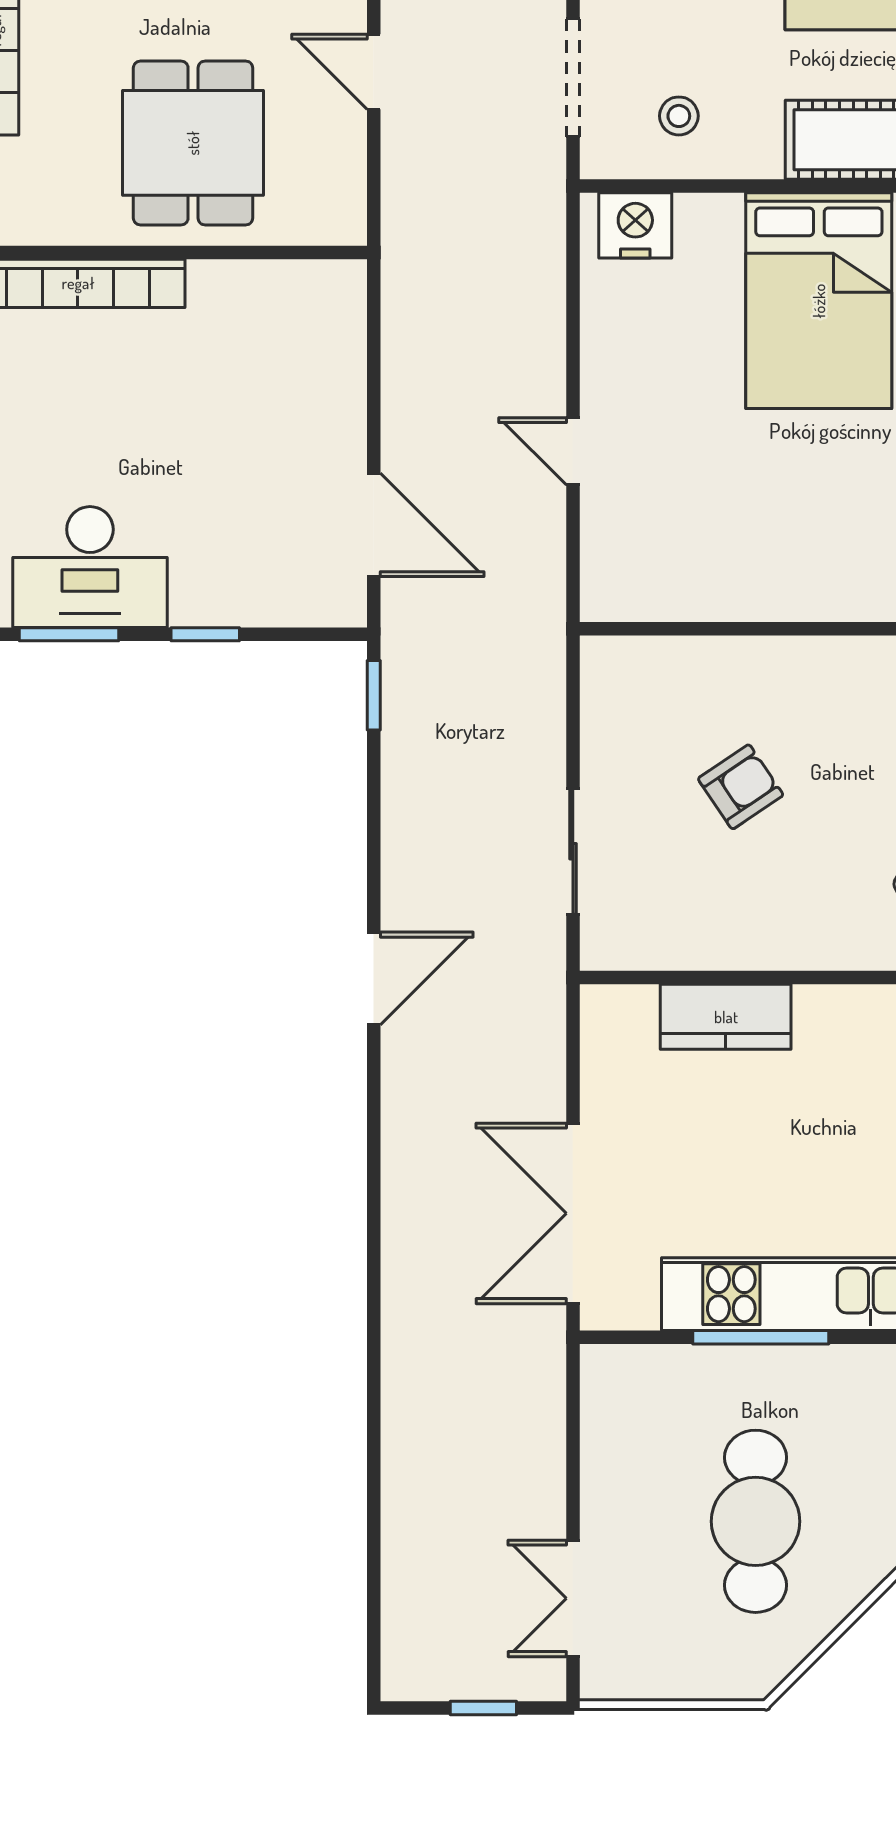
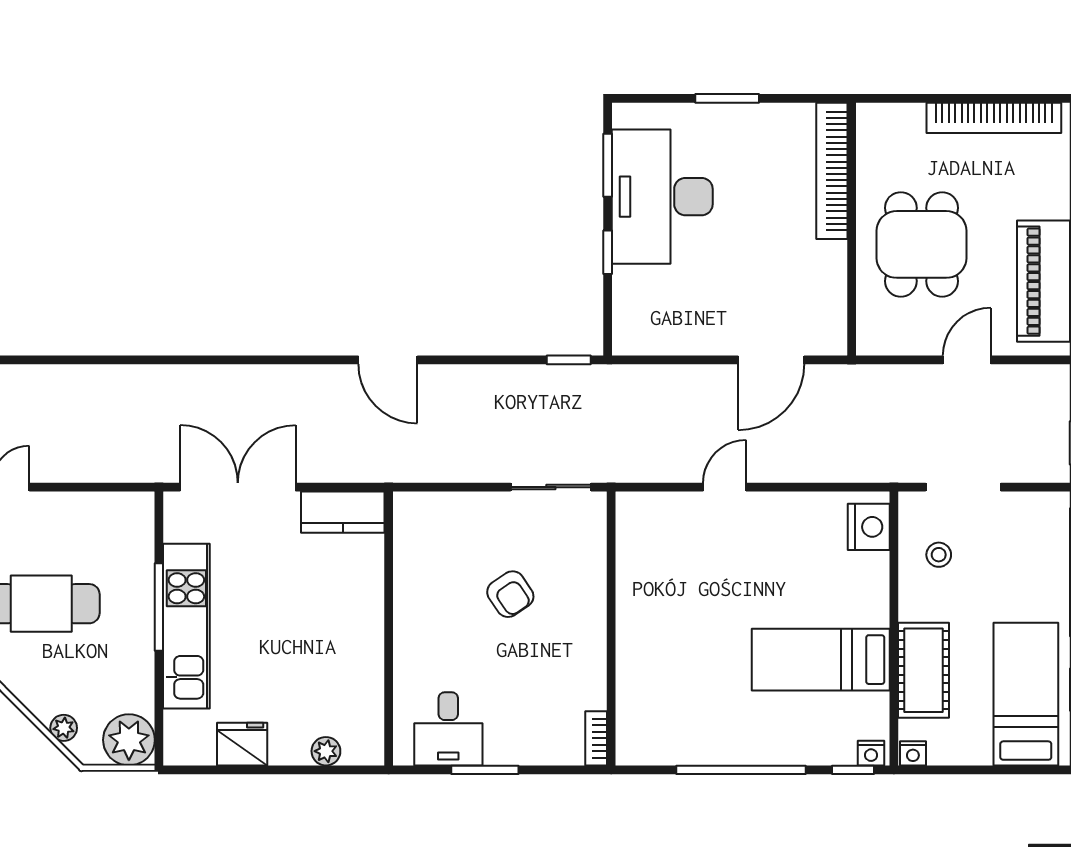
dining table: (193, 143) -> (921, 244), turned 90
bed: (819, 301) -> (821, 660), width x0.67
door: (374, 525) -> (771, 360), moved
desk: (90, 567) -> (662, 197), width x1.36, depth x1.30
sliding door: (573, 851) -> (551, 487), moved
kitchen counter: (726, 1017) -> (343, 512), moved, turned -90

